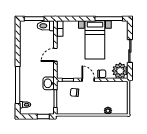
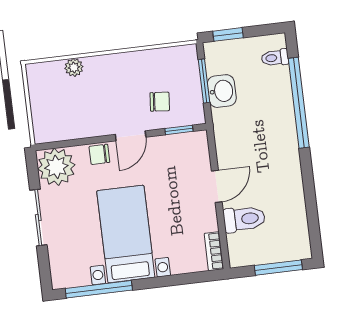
toilet: (46, 26) -> (244, 219), moved
door: (88, 80) -> (131, 136), hinge flipped
washbasin: (49, 83) -> (222, 91), moved

